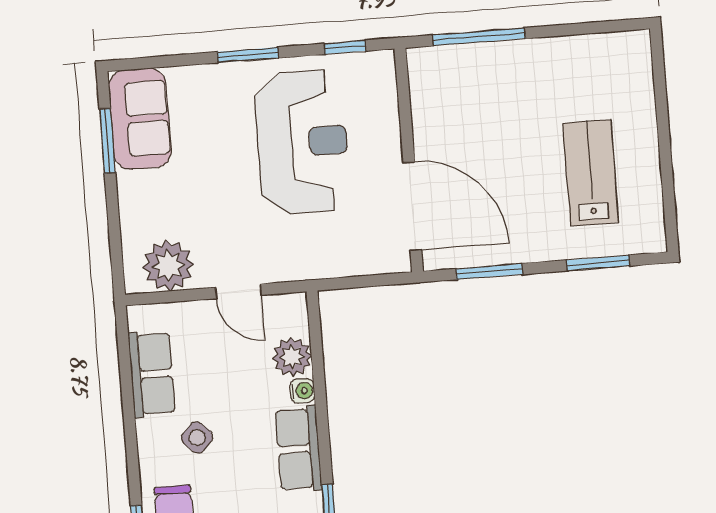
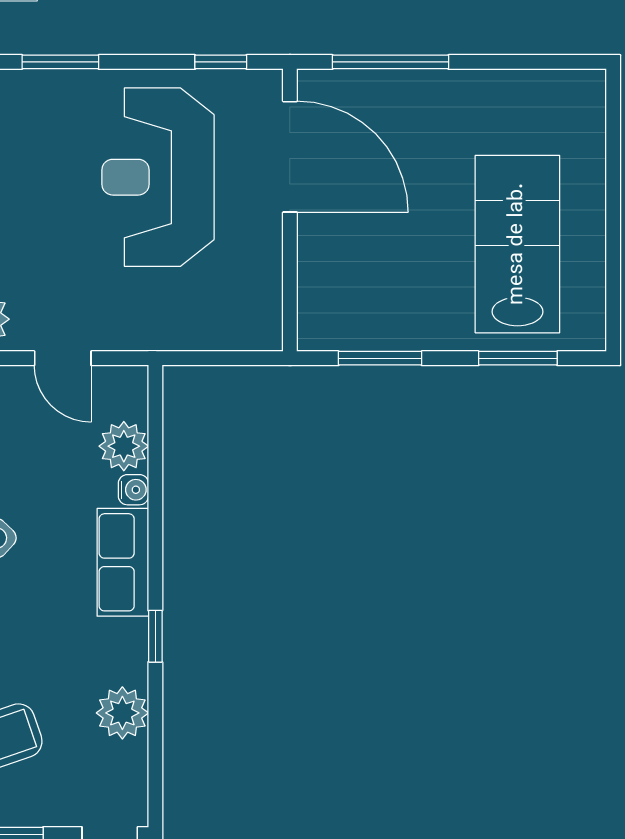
window: (248, 55) -> (60, 62), moved
reception desk: (302, 142) -> (158, 177), turned 180
lab bench: (591, 173) -> (517, 244), width x1.36, depth x1.39
door: (412, 206) -> (290, 157), moved

